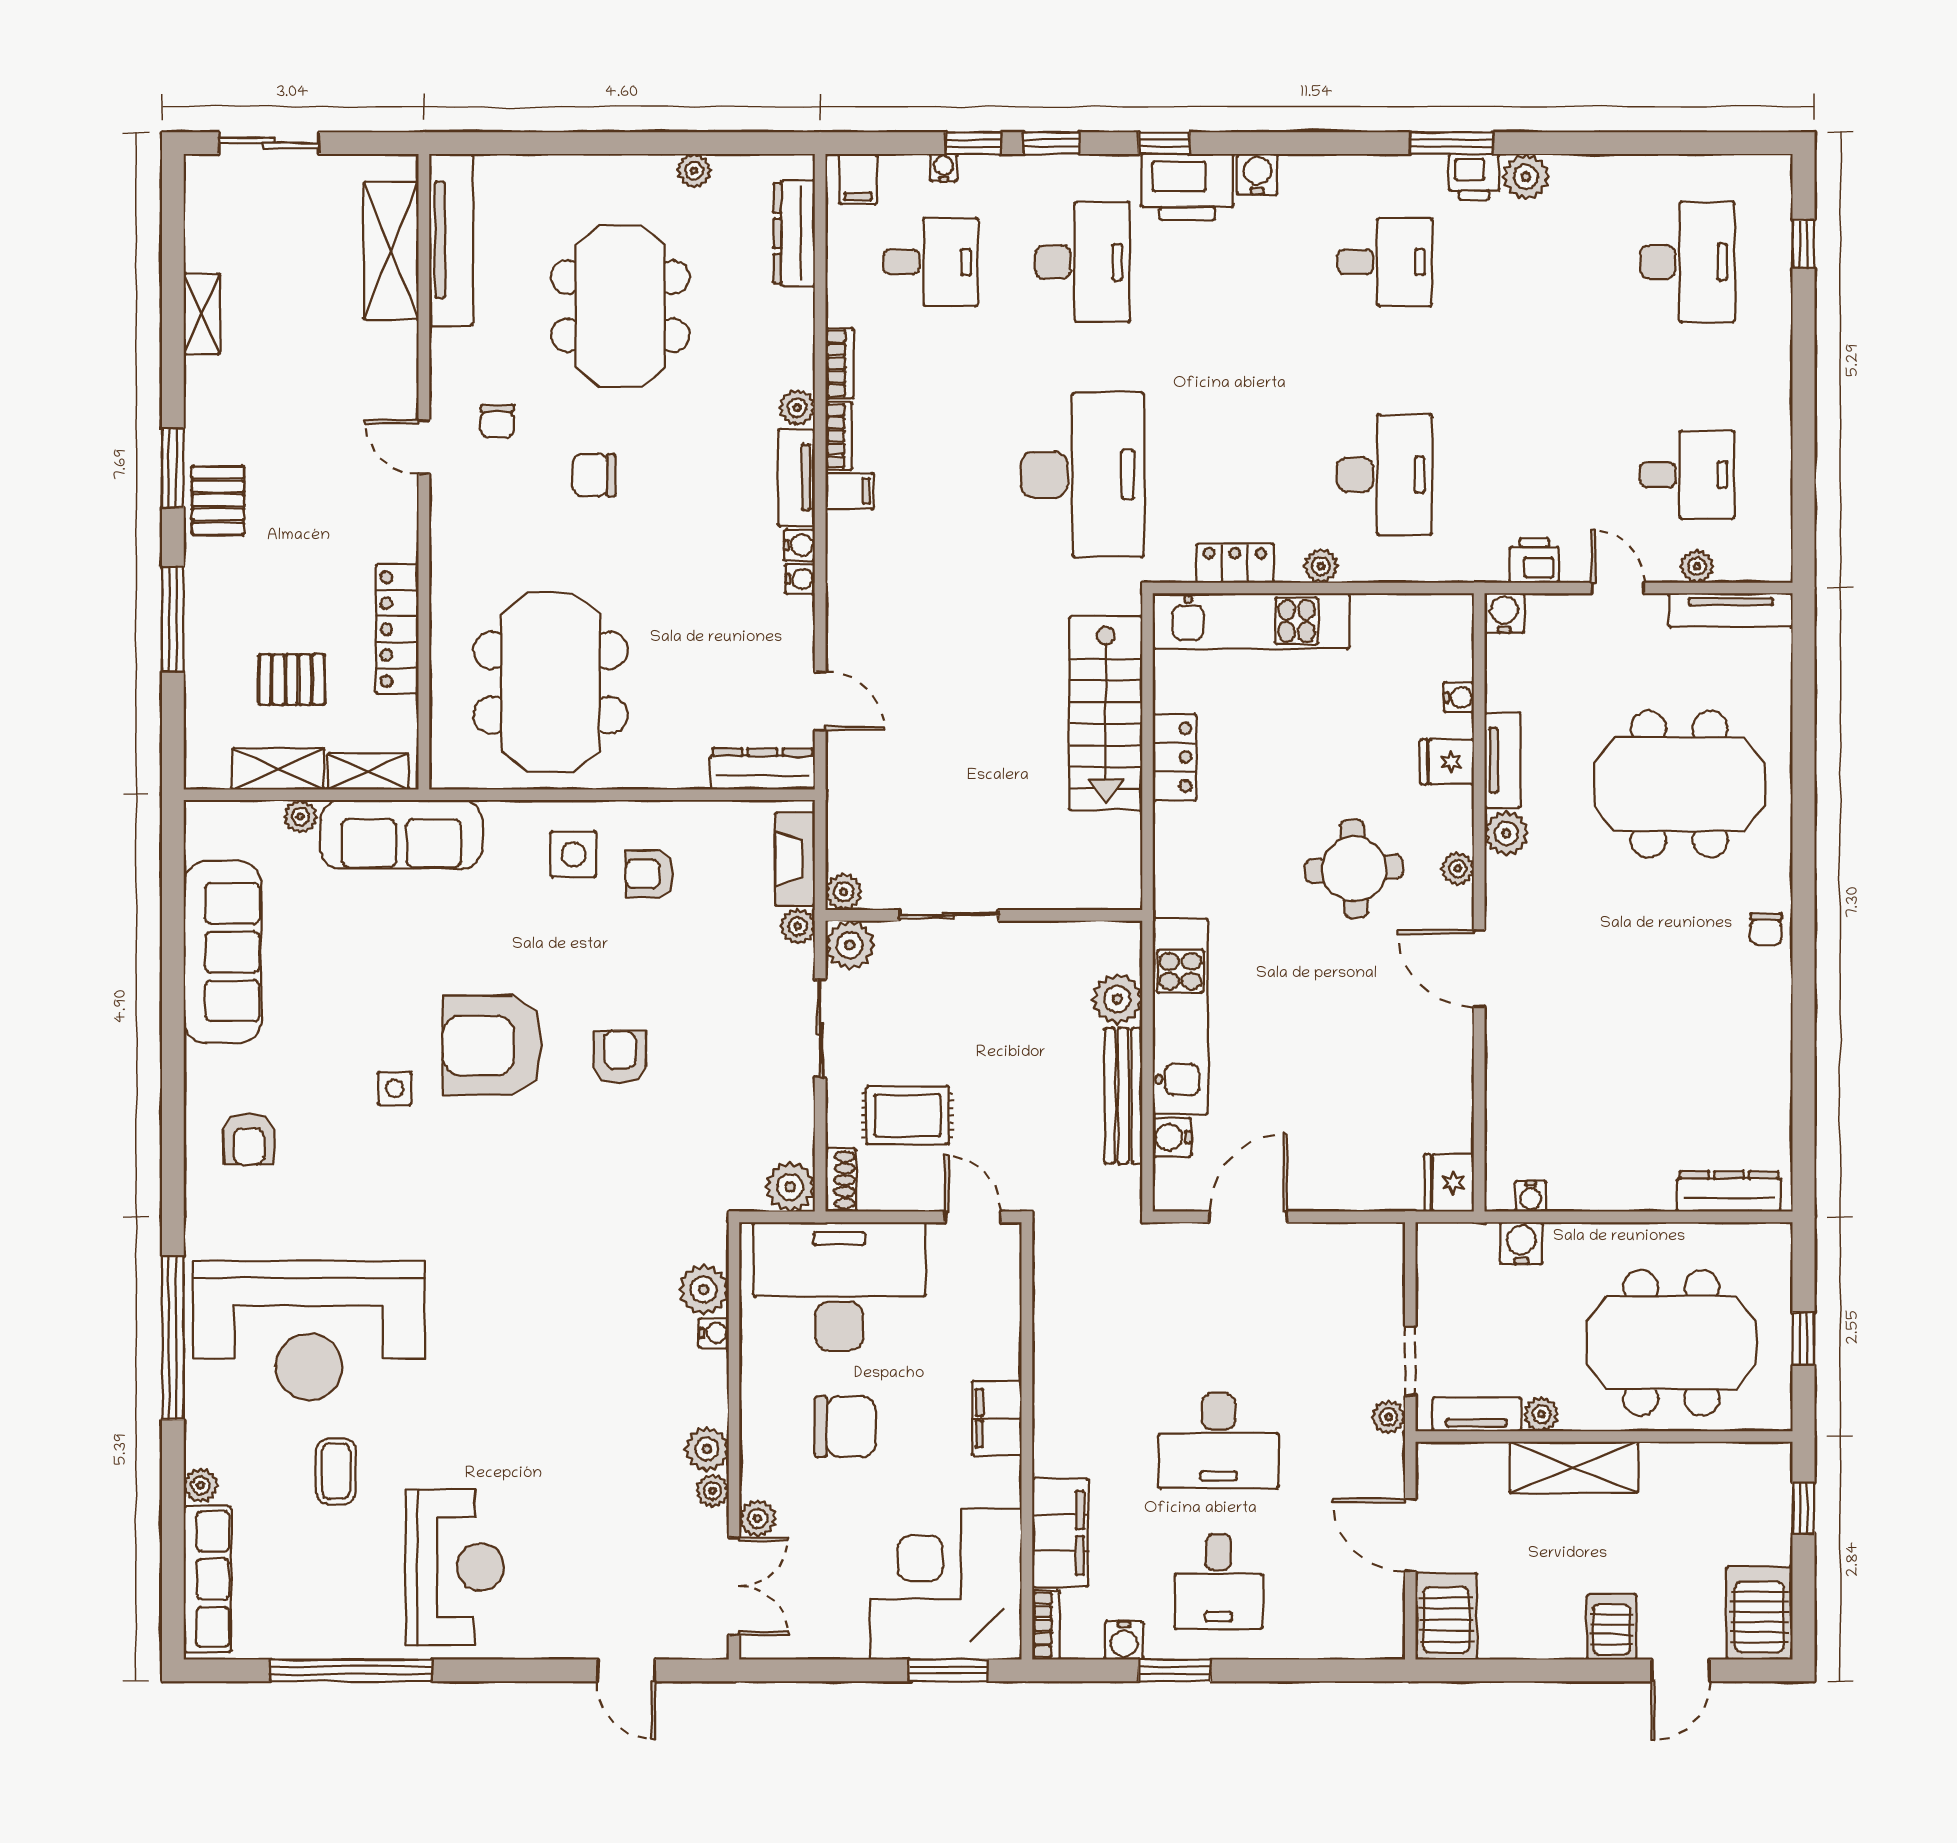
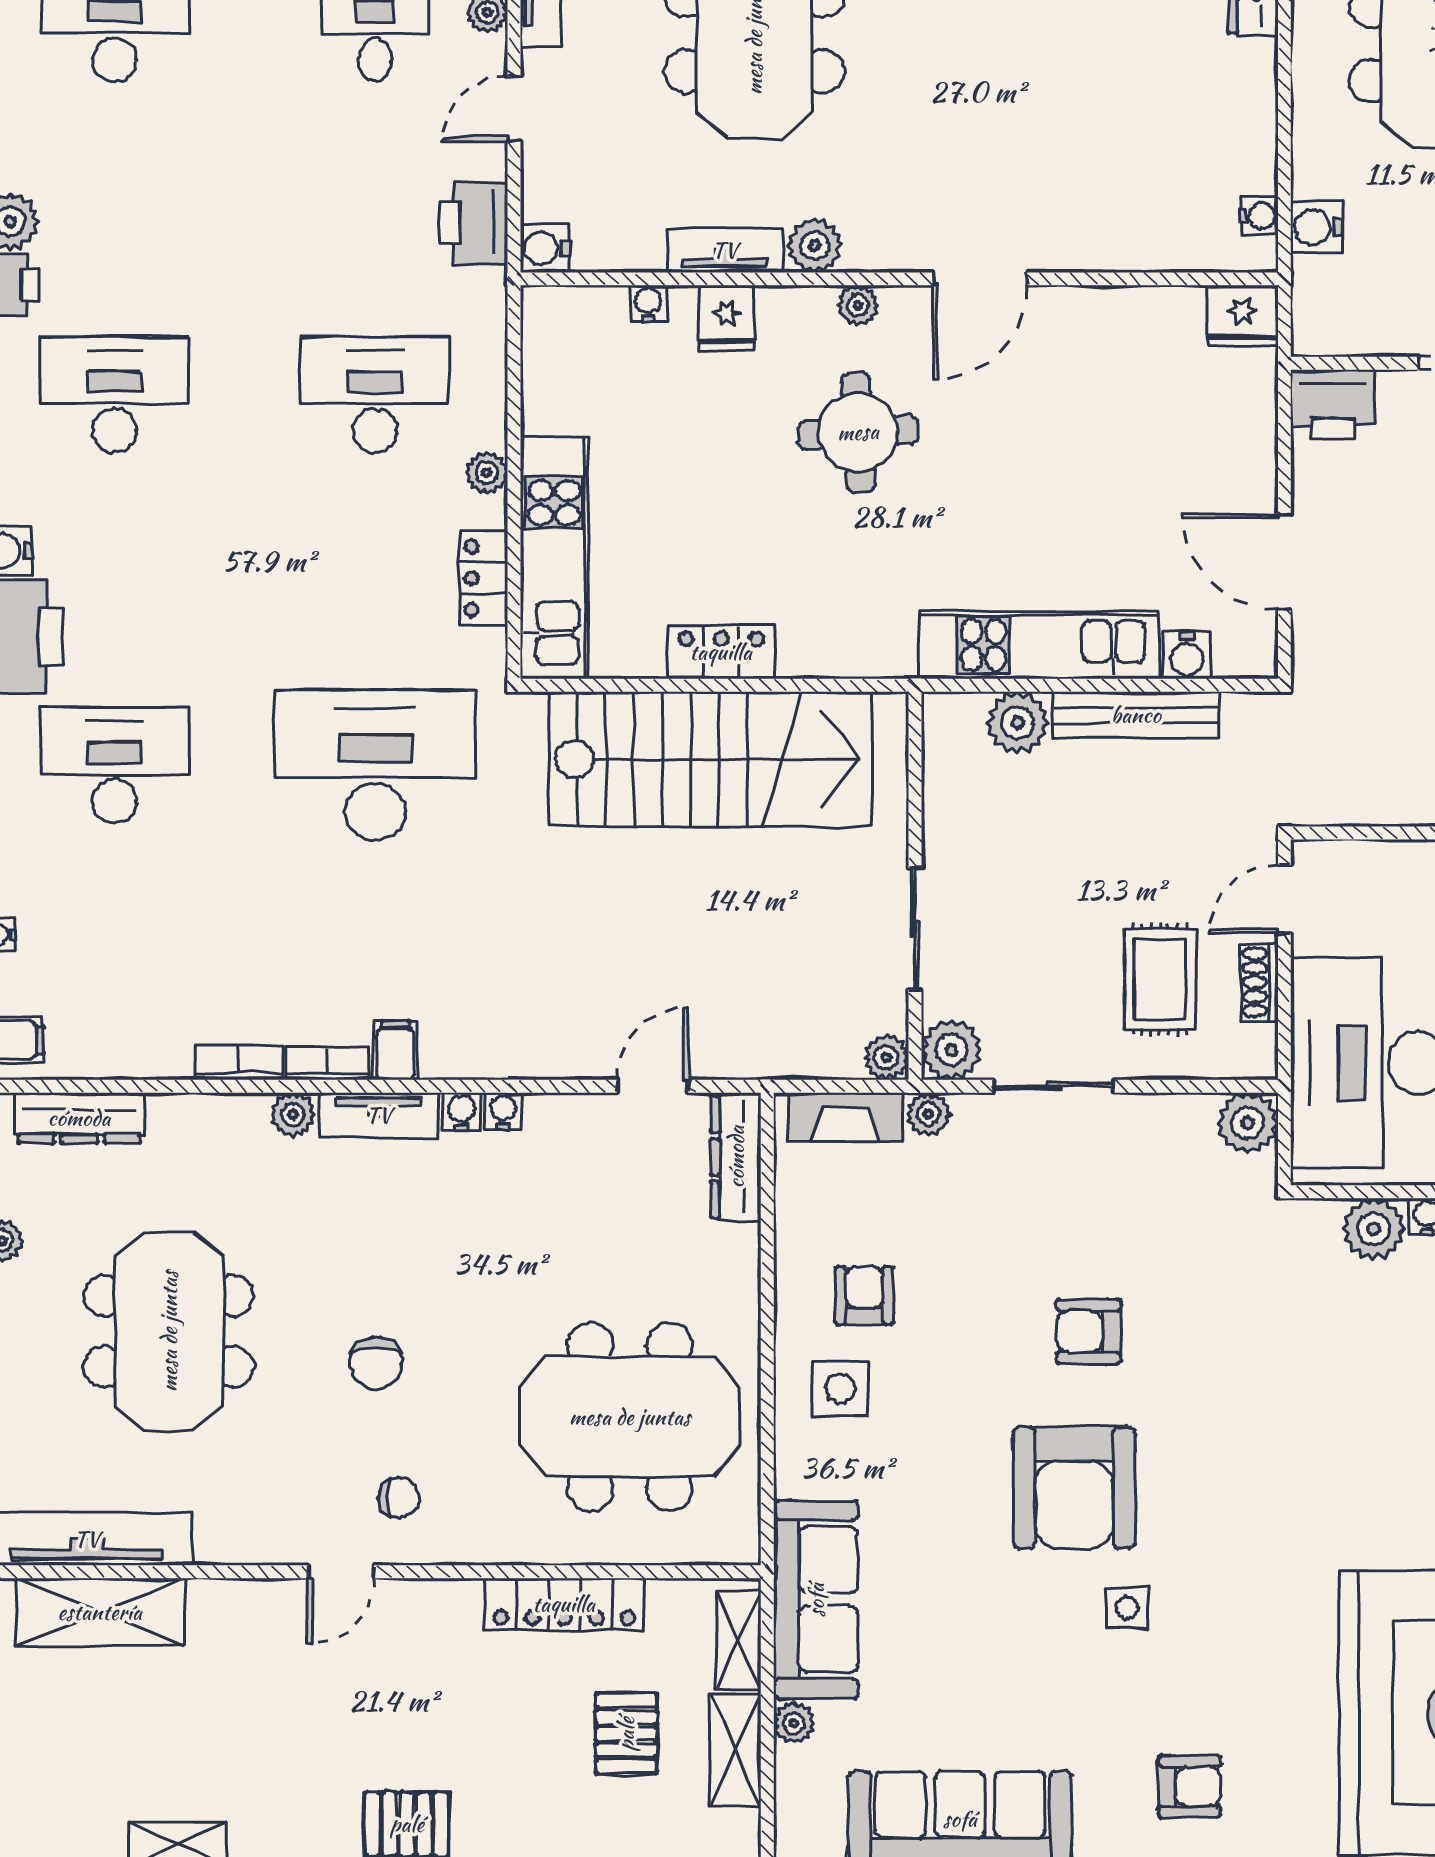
desk: (931, 262) -> (114, 951), removed
desk: (1385, 262) -> (114, 395), width x1.37
meeting table: (620, 306) -> (169, 1331), turned 90
chair: (497, 421) -> (399, 1498), moved
printer: (1534, 560) -> (474, 223), width x1.36, depth x1.24
stairs: (1106, 713) -> (711, 759), width x1.36, depth x1.51
armchair: (649, 874) -> (864, 1295), turned 180
shoe rack: (841, 1180) -> (1259, 982), moved, turned -90
printer: (1377, 1256) -> (1333, 404), added

